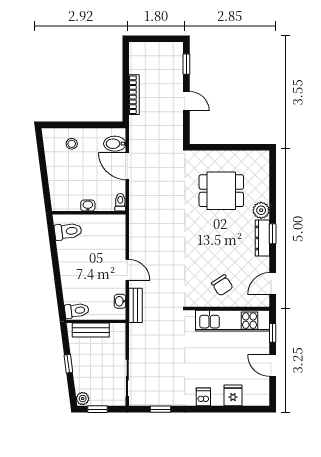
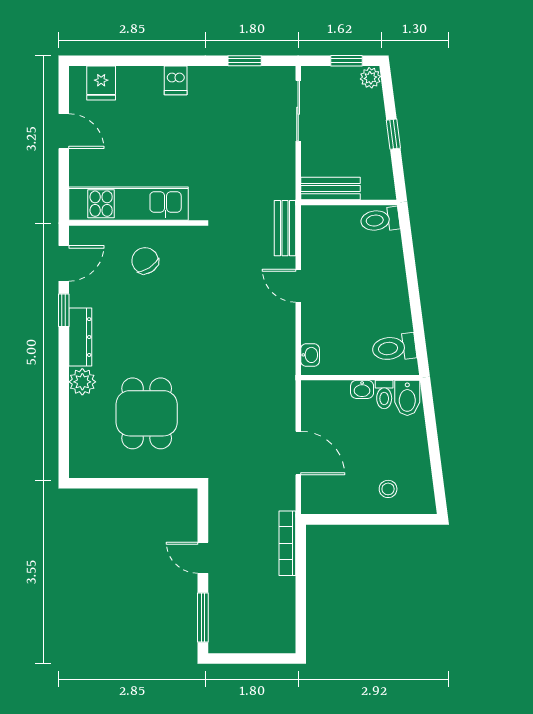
window: (186, 64) -> (203, 618), width x1.50
bookcase: (134, 95) -> (287, 543), moved
bidet: (115, 144) -> (407, 398), moved, turned 90
dining table: (221, 191) -> (147, 413), turned 90
toilet: (120, 202) -> (384, 395), moved
window: (273, 234) -> (64, 310), moved
washbasin: (120, 301) -> (310, 355), moved
bench: (91, 330) -> (330, 189), moved
window: (273, 333) -> (64, 184), removed
fridge: (233, 395) -> (101, 83), moved

